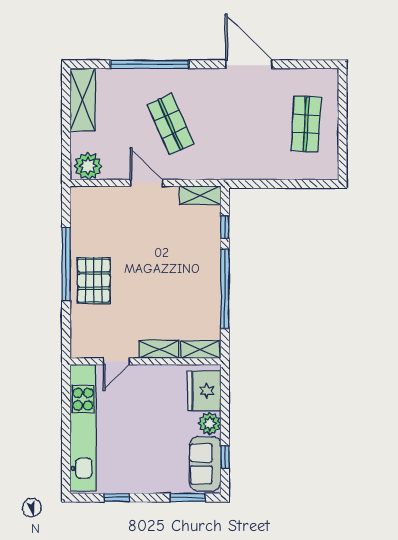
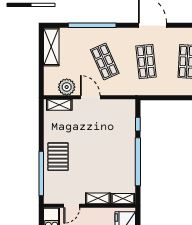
shop shelf: (238, 124) -> (146, 62), added
plant: (88, 166) -> (67, 87), moved
shelving: (200, 195) -> (59, 105), moved
window: (66, 264) -> (41, 173), moved

